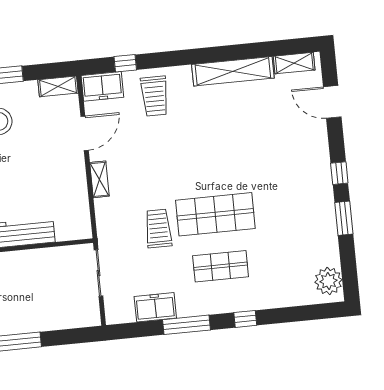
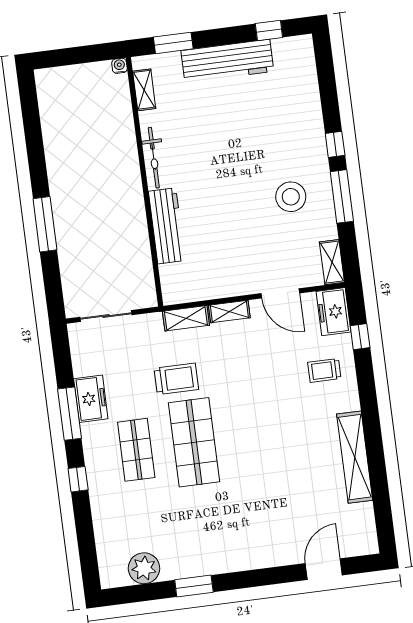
shelving: (294, 63) -> (186, 318), moved, turned 90
trolley: (155, 96) -> (324, 370), width x0.73, depth x0.72
window: (339, 173) -> (244, 580), removed
sliding door: (98, 273) -> (106, 316), moved
plant: (328, 281) -> (144, 568), moved
freezer: (155, 307) -> (91, 399), moved

